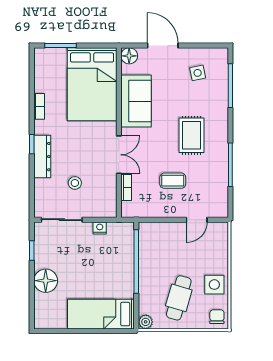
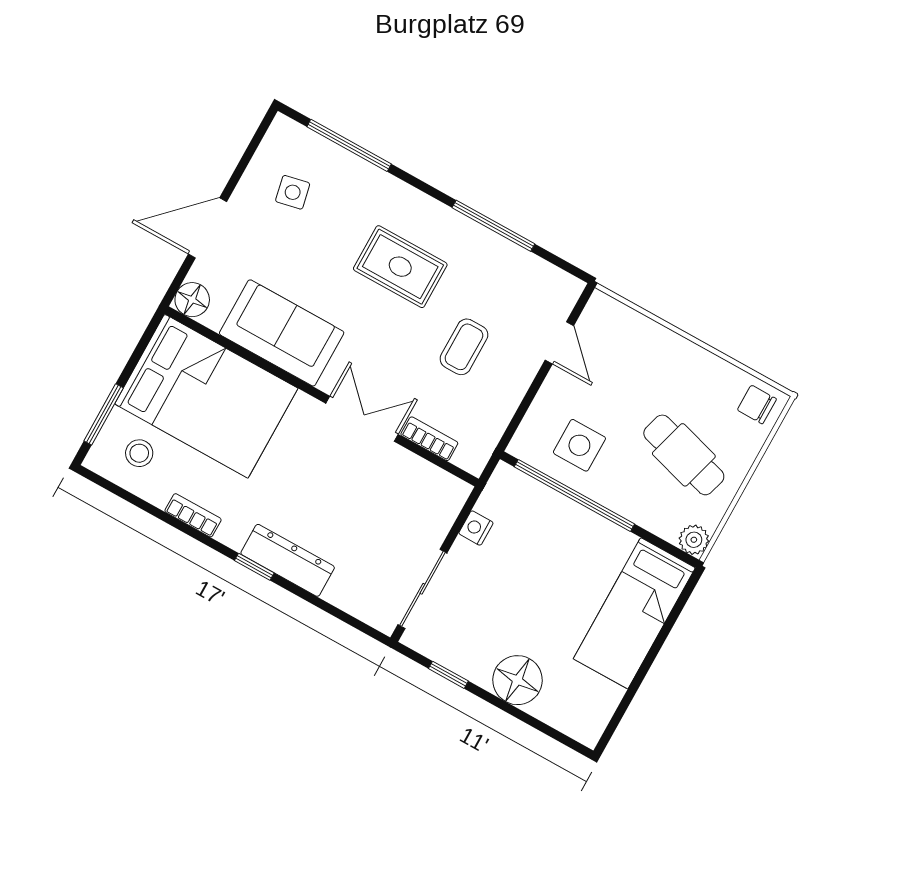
stool: (75, 183) -> (139, 453), moved
side table: (214, 285) -> (579, 445), moved

